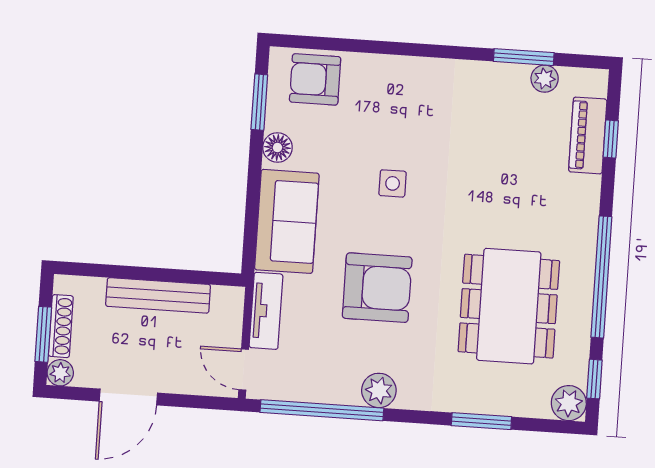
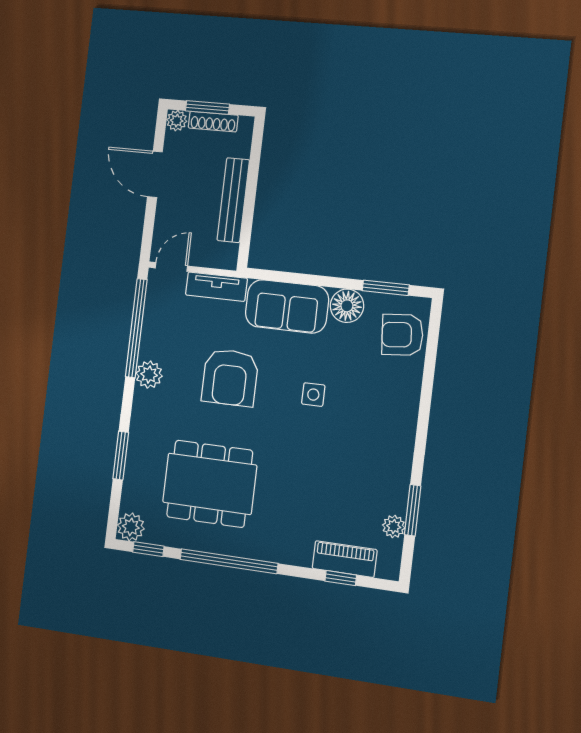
armchair: (315, 79) -> (402, 335), turned -95
floor lamp: (277, 147) -> (347, 306), width x1.38, depth x1.38

